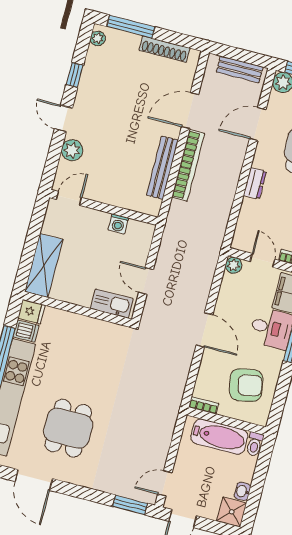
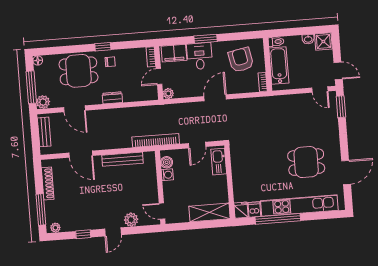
bookcase: (188, 165) -> (156, 140), moved
boiler: (136, 229) -> (167, 162), added

